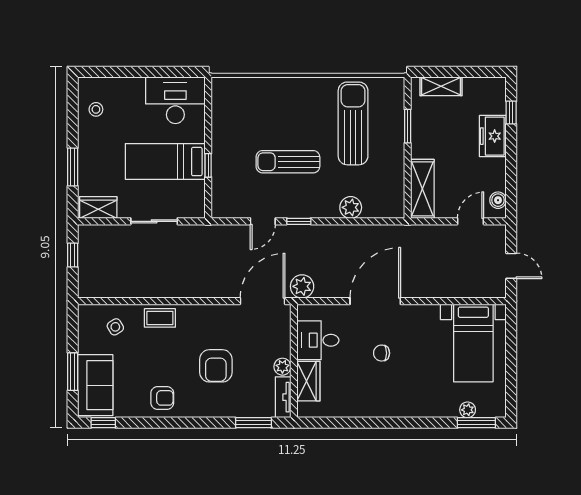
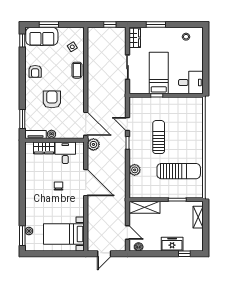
desk: (175, 100) -> (191, 82), width x0.73
armchair: (216, 366) -> (52, 99), turned 90

